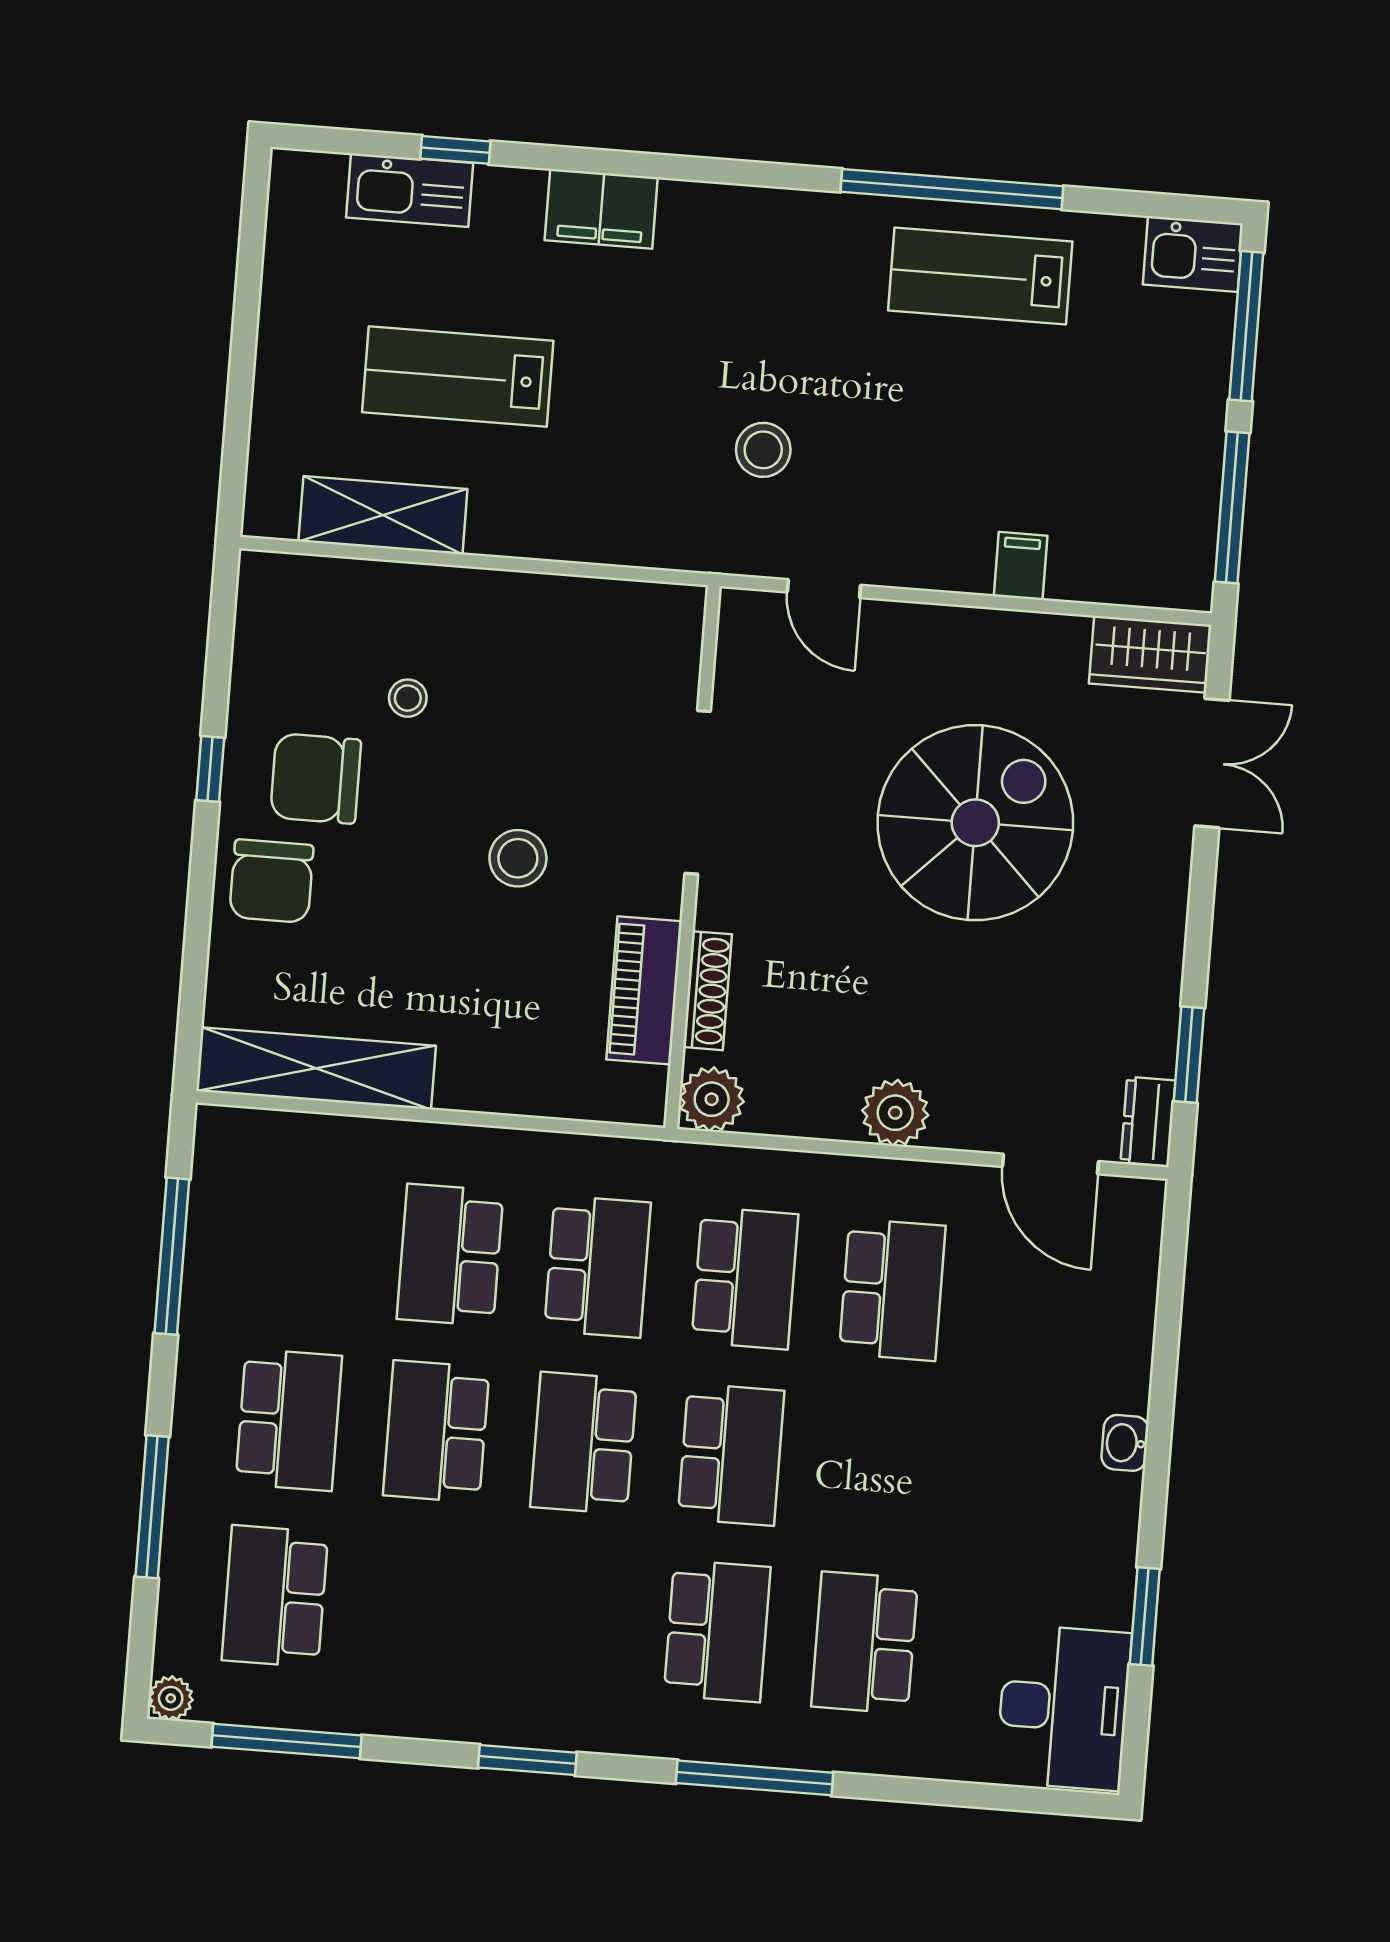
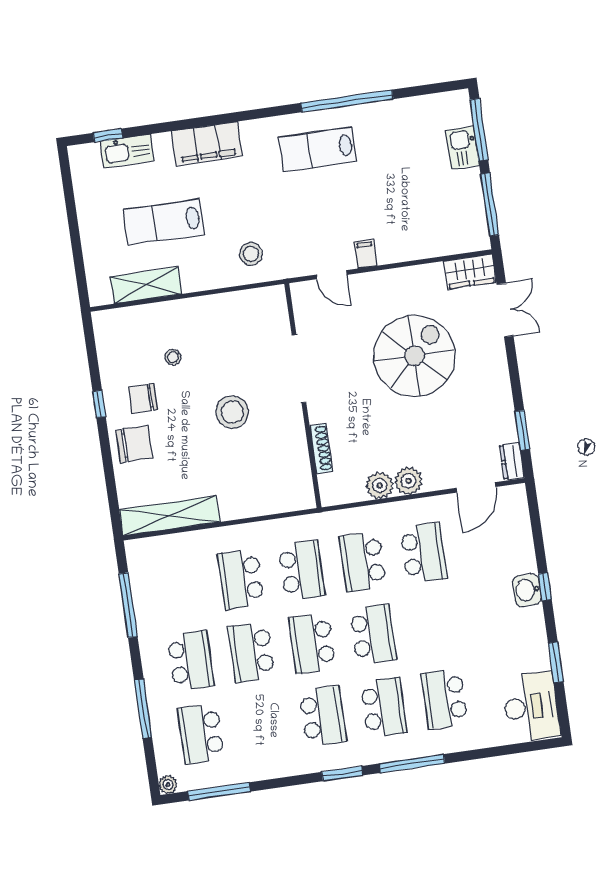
window: (455, 150) -> (108, 135), moved
filing cabinet: (601, 209) -> (207, 143), width x1.50, depth x1.17
kitchen sink: (1193, 254) -> (462, 148), moved, turned 90
lab bench: (980, 276) -> (318, 149), moved
stool: (763, 450) -> (251, 254), moved
filing cabinet: (1021, 566) -> (366, 254), moved
chair: (316, 779) -> (143, 398), width x0.73, depth x0.73
stool: (518, 858) -> (232, 412), width x1.38, depth x1.38
chair: (271, 881) -> (134, 444), turned -90
piano: (644, 990) -> (295, 454), removed
plant: (712, 1099) -> (380, 485), moved
door: (1050, 1164) -> (476, 487), hinge flipped
school desk: (745, 1278) -> (363, 562), turned 180
window: (1159, 1434) -> (545, 587), added
washbasin: (1125, 1443) -> (527, 590), width x1.38, depth x1.45
school desk: (570, 1619) -> (323, 716), added
window: (527, 1760) -> (342, 774), moved

